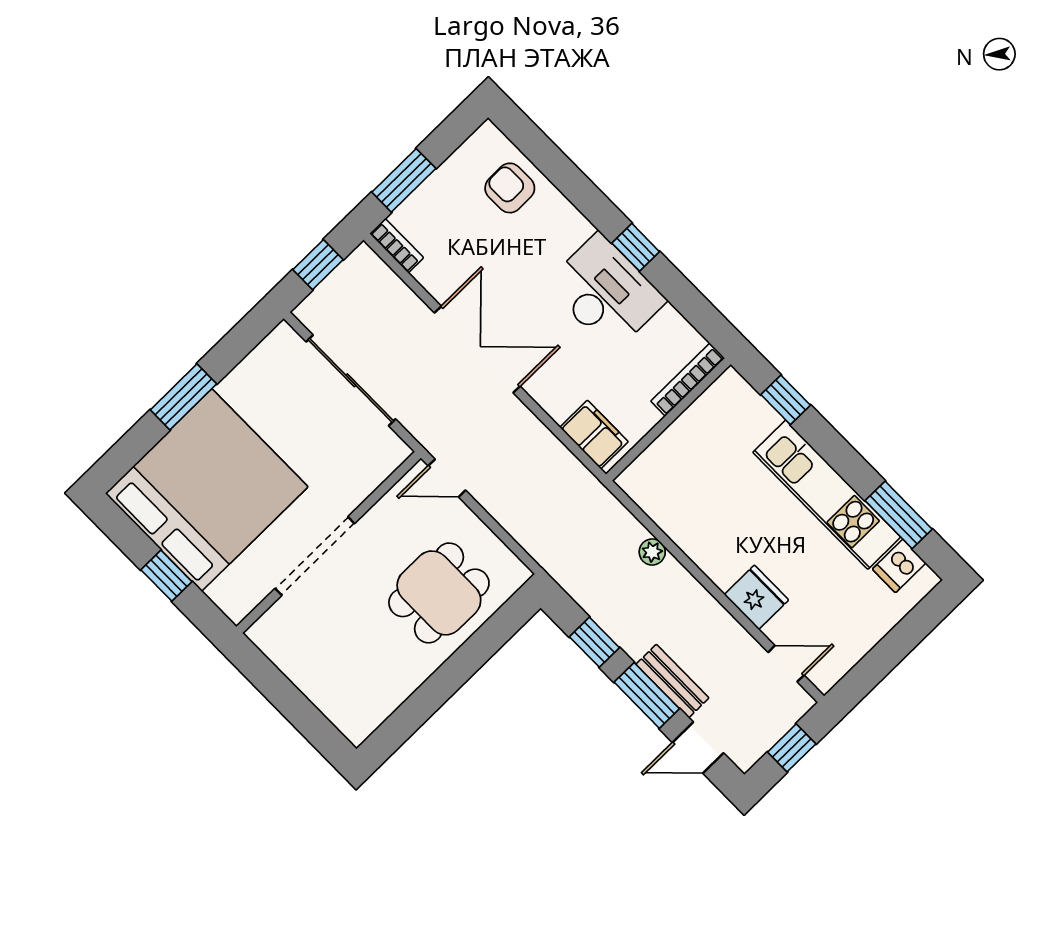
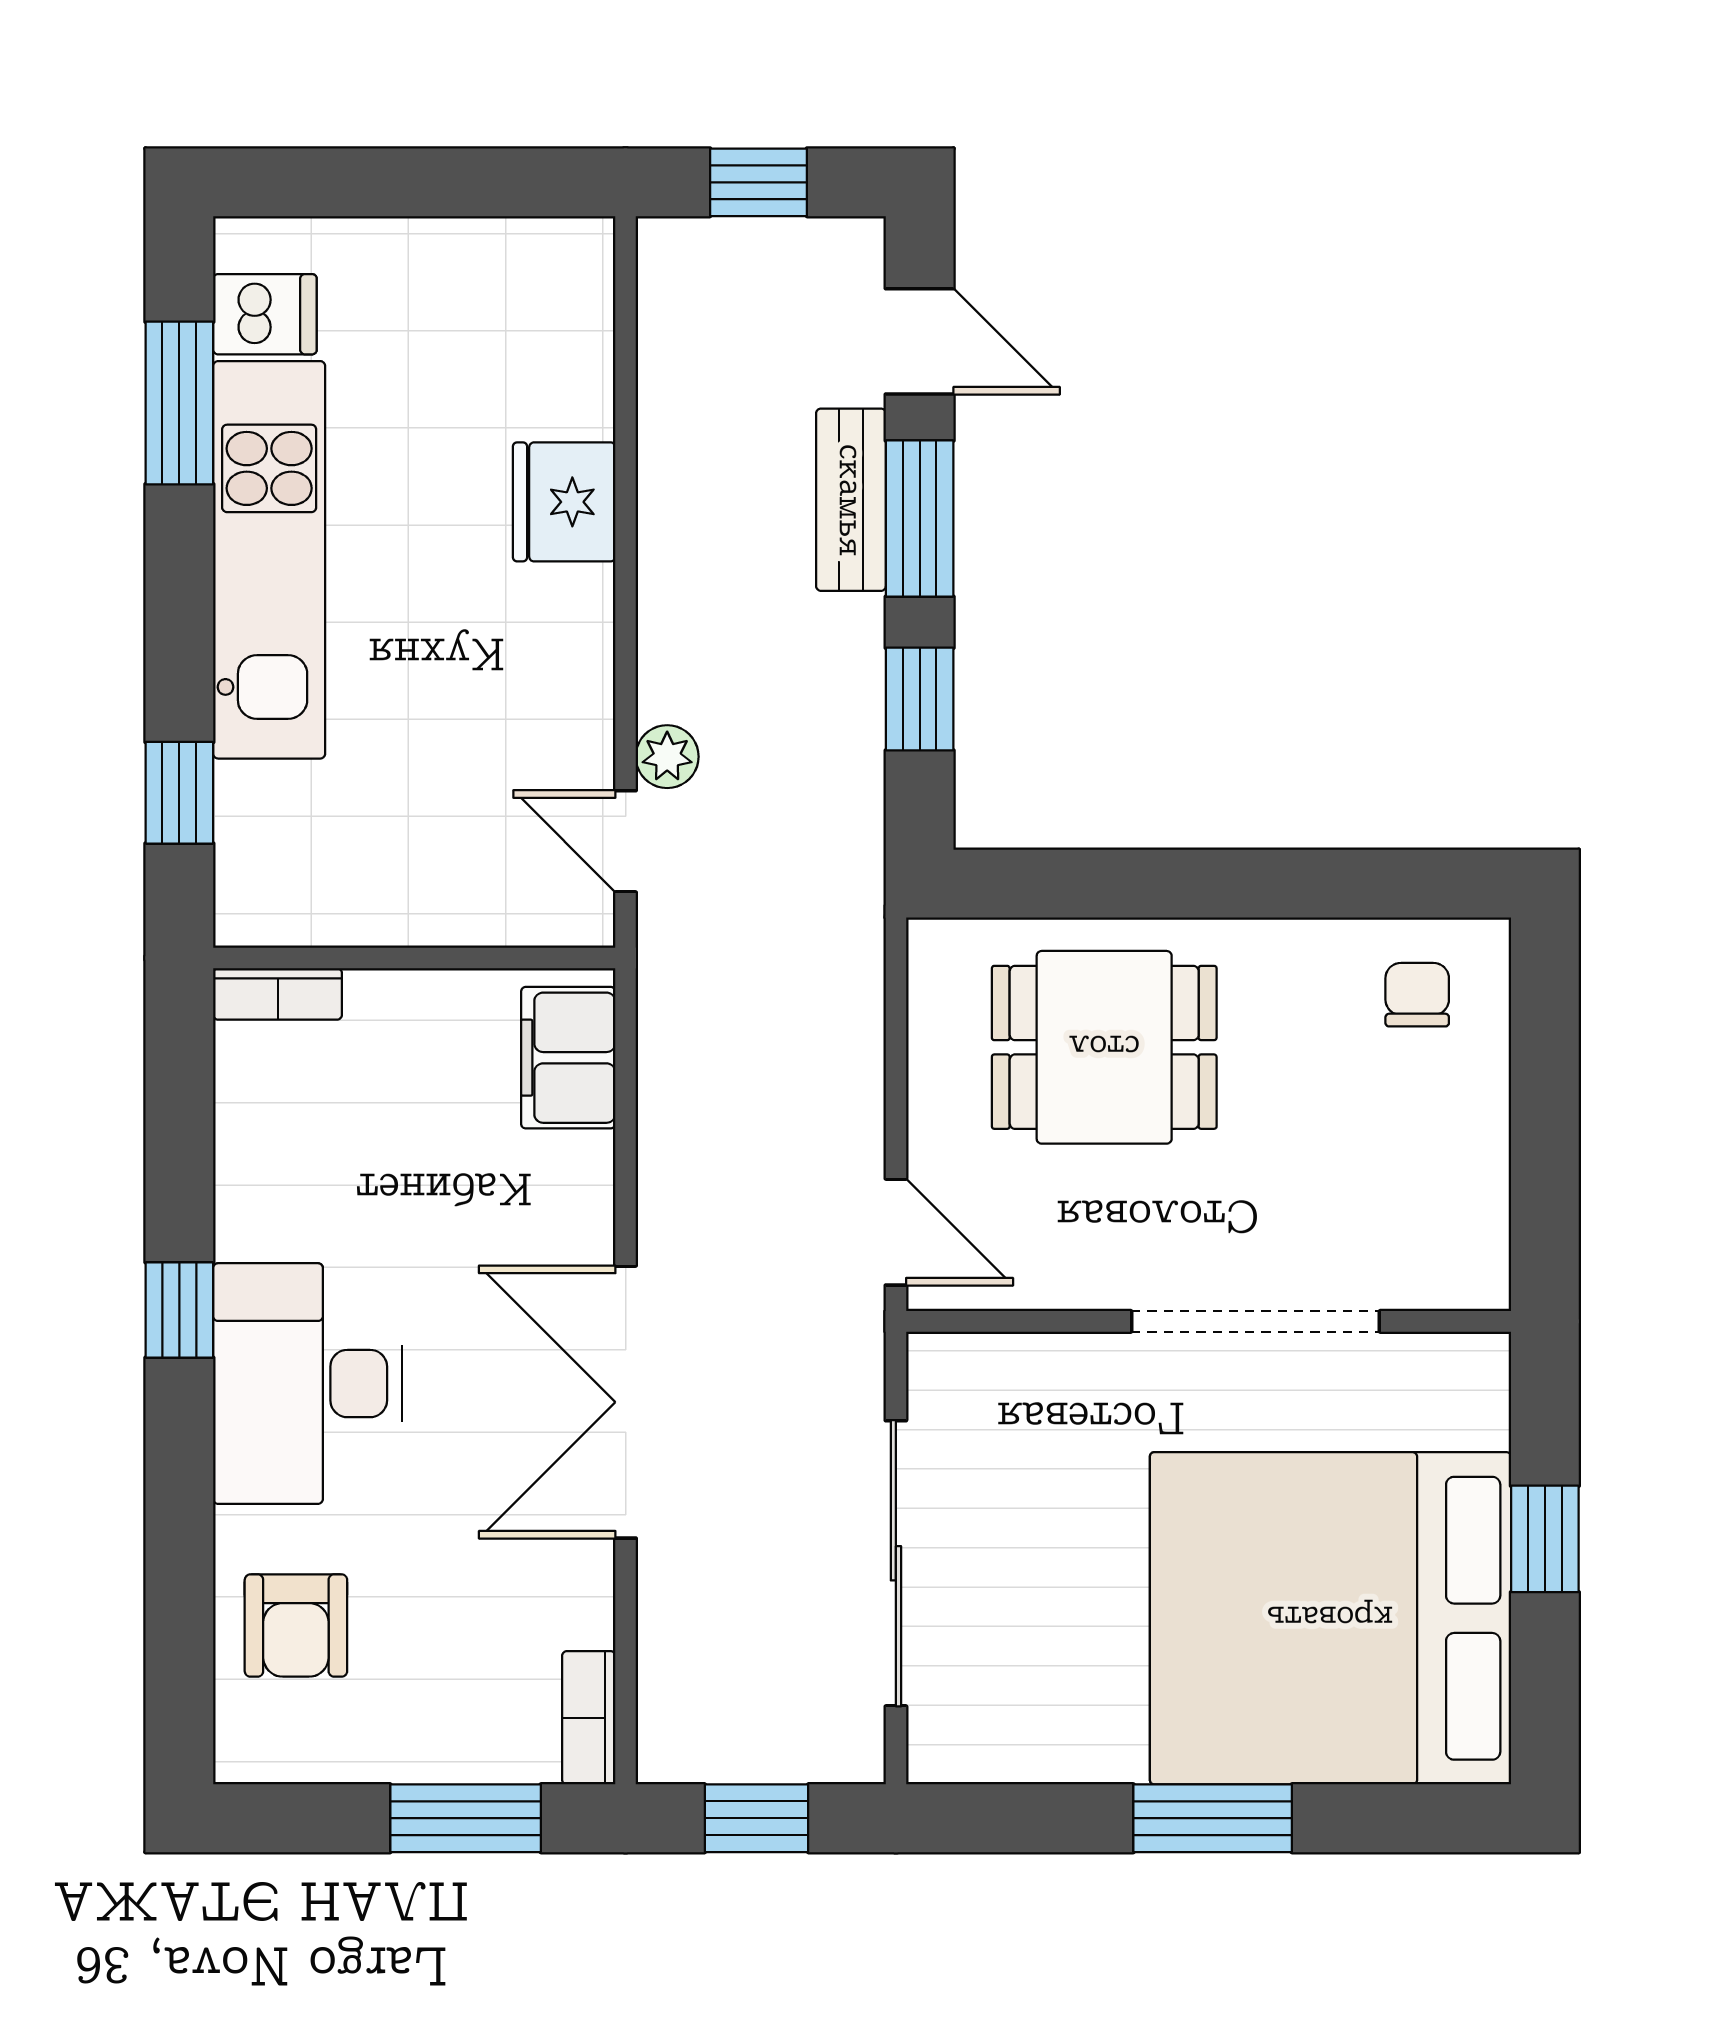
desk: (606, 292) -> (308, 1384), moved
bookcase: (688, 380) -> (278, 994), width x0.64
door: (786, 664) -> (626, 841), moved
chair: (362, 699) -> (1417, 995), added

